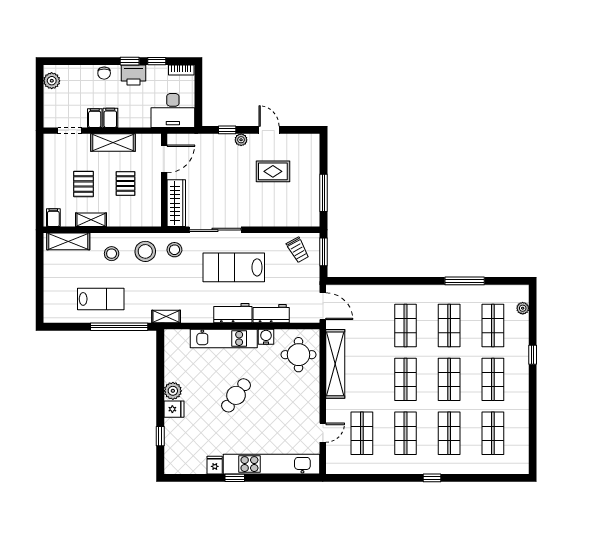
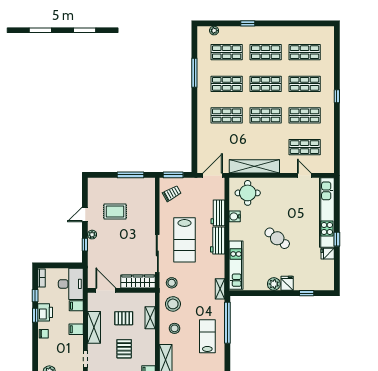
filing cabinet: (95, 118) -> (76, 306), moved
rug: (273, 171) -> (115, 211), turned 90
pallet: (83, 184) -> (124, 349), turned 90
shelving: (91, 220) -> (150, 318), moved
kitchen unit: (224, 338) -> (236, 265), moved

